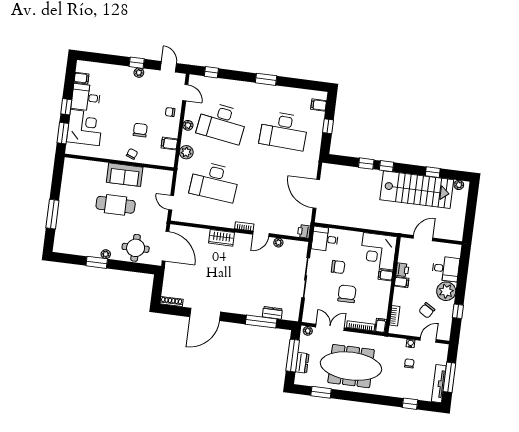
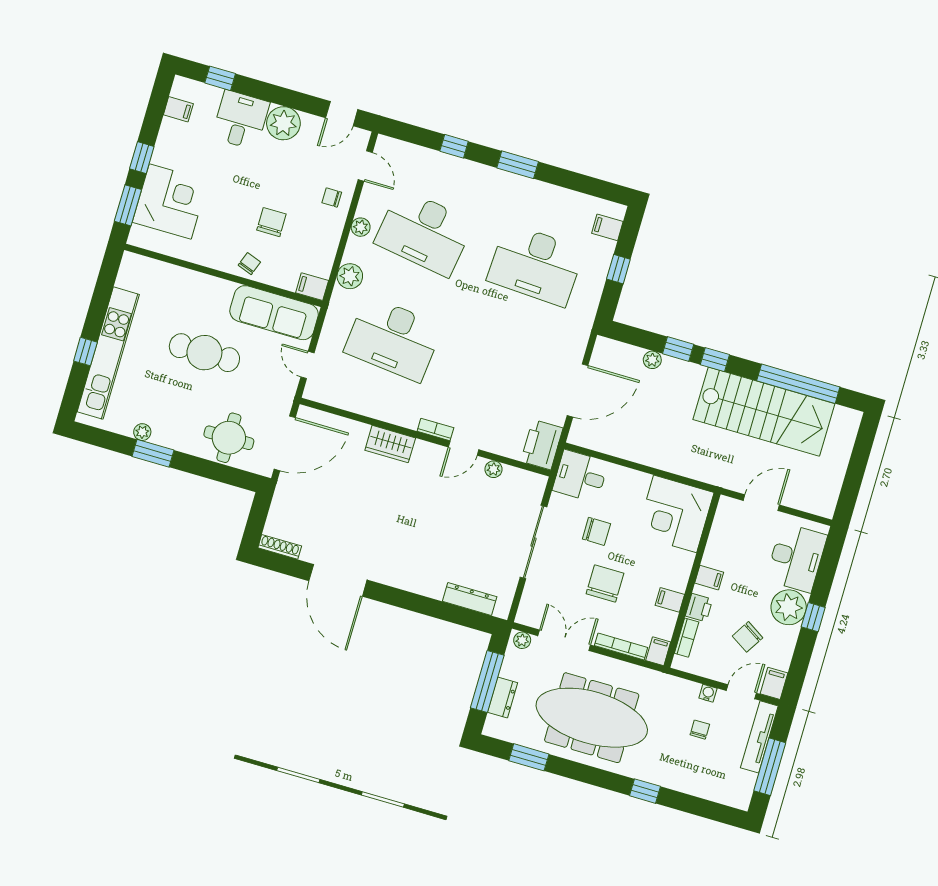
window: (137, 63) -> (220, 78), moved
door: (168, 67) -> (342, 114), swing flipped
window: (211, 72) -> (454, 146), moved
plant: (139, 73) -> (283, 123), width x1.88, depth x1.88
desk: (86, 97) -> (241, 120), moved, turned 90
filing cabinet: (169, 144) -> (312, 287), moved
window: (433, 172) -> (798, 384), width x3.17
sofa: (125, 175) -> (274, 313), moved, width x1.36
plant: (459, 185) -> (652, 360), moved
door: (316, 194) -> (577, 391), swing flipped
kitchen unit: (65, 213) -> (108, 353), added
window: (52, 214) -> (85, 352), width x0.46
printer: (304, 231) -> (542, 445), width x1.87, depth x1.48
door: (166, 246) -> (285, 443), hinge flipped
plant: (106, 254) -> (142, 432), moved
desk: (446, 269) -> (796, 558), width x1.37
printer: (402, 270) -> (699, 608), moved
filing cabinet: (385, 275) -> (670, 600), moved
window: (458, 311) -> (813, 617), moved
dresser: (272, 313) -> (470, 599), width x1.44
door: (205, 314) -> (338, 580), hinge flipped
window: (261, 322) -> (439, 610), removed
filing cabinet: (445, 333) -> (774, 683), added
tv unit: (439, 384) -> (759, 737), moved
window: (410, 404) -> (645, 791), moved

